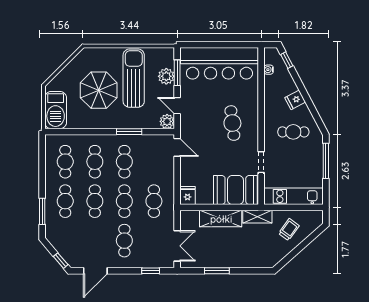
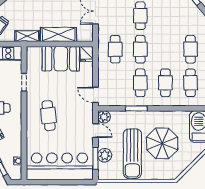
booth: (235, 190) -> (61, 59), moved
cafe table: (95, 201) -> (165, 49), removed

